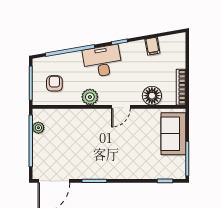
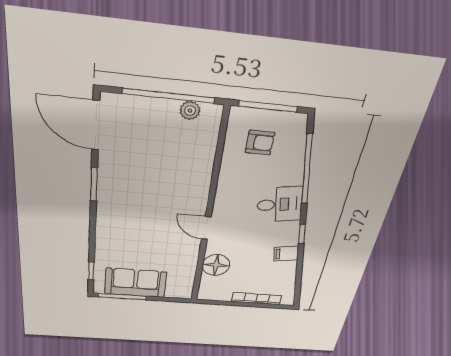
filing cabinet: (152, 46) -> (286, 254), moved
desk: (102, 61) -> (280, 204), width x0.73
bookcase: (181, 87) -> (257, 299), moved
plant: (90, 97) -> (228, 190), removed
sofa: (173, 134) -> (135, 283), moved

